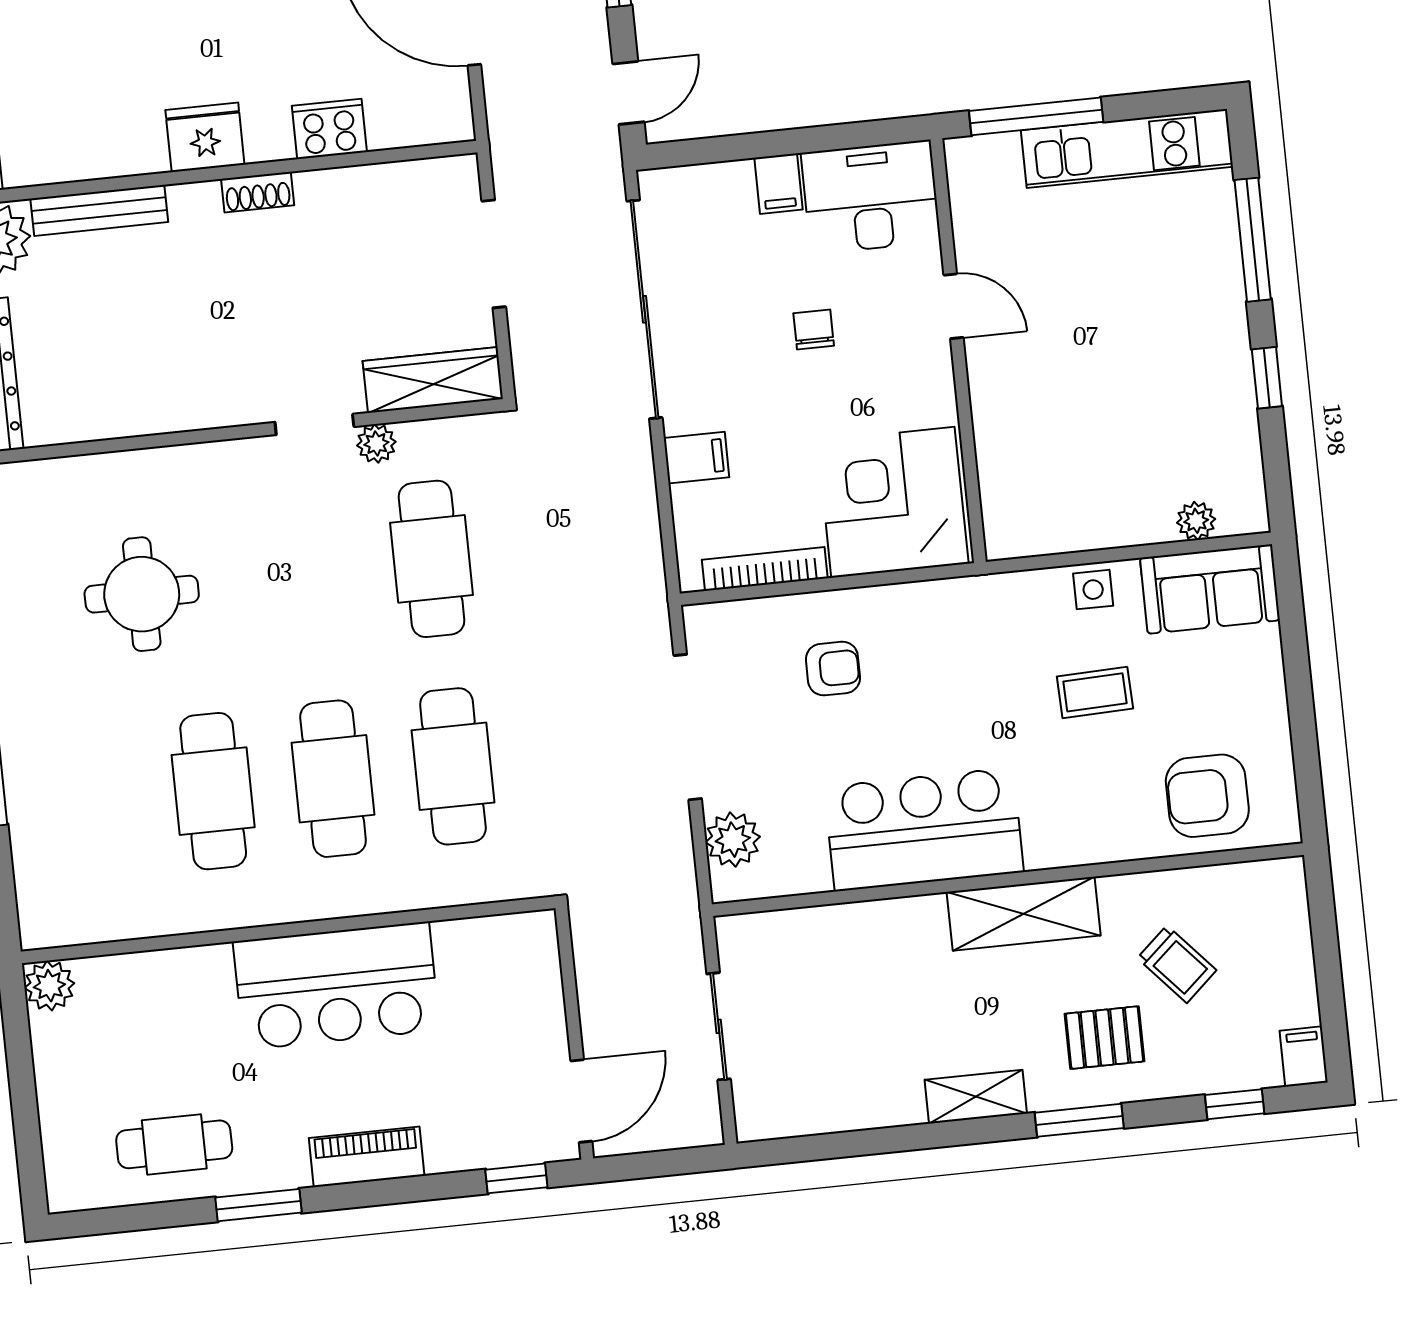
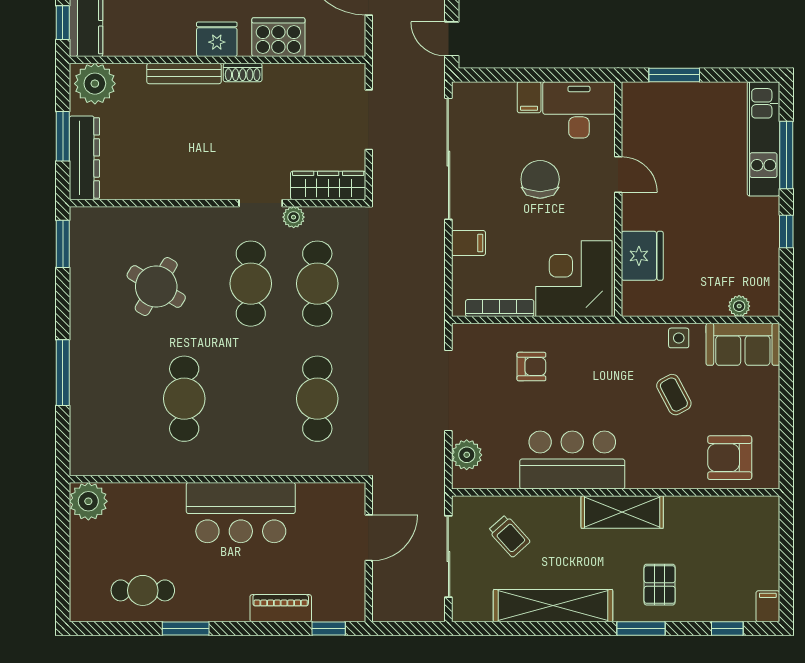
door: (628, 93) -> (452, 39), swing flipped
window: (1036, 116) -> (674, 75), width x0.69
cooker: (329, 129) -> (278, 37), width x1.37, depth x1.31
kitchen unit: (1127, 148) -> (763, 139), moved, turned 90
bench: (99, 210) -> (184, 73), moved
chair: (814, 330) -> (540, 179), width x1.87, depth x1.87
fridge: (1012, 448) -> (642, 256), added
round table: (142, 594) -> (156, 286), turned 31
coffee table: (1095, 692) -> (674, 395), turned 64
cafe table: (333, 779) -> (251, 284), moved
trolley: (1177, 964) -> (509, 536), moved
plant: (49, 986) -> (88, 501), width x1.36, depth x1.36
sliding door: (719, 1026) -> (448, 557), width x1.37
pallet: (1105, 1038) -> (660, 585), turned 90
shelving: (976, 1097) -> (553, 606), width x2.20, depth x1.33
door: (581, 1101) -> (369, 538), moved
piano: (367, 1157) -> (281, 608), moved

